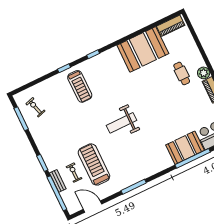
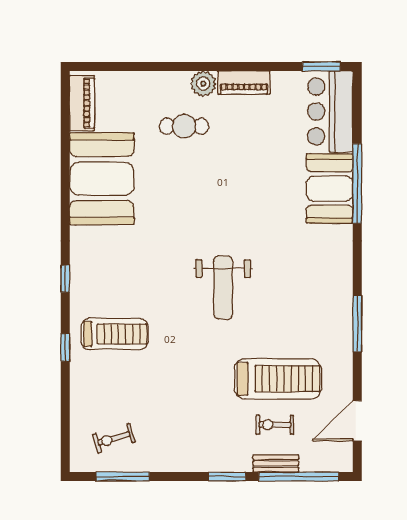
treadmill: (94, 164) -> (278, 379), turned 180

